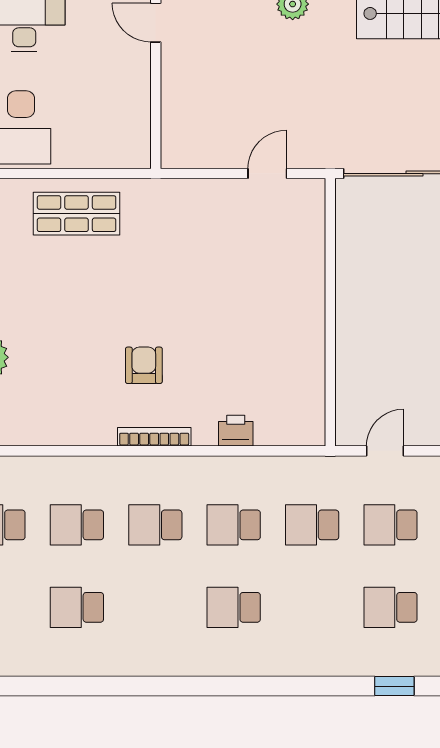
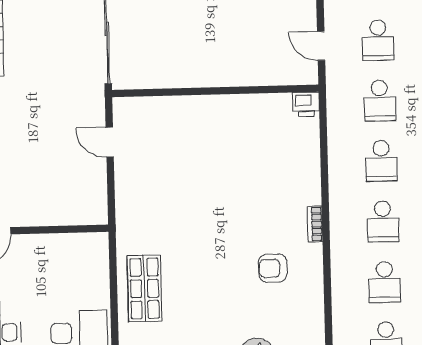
armchair: (144, 365) -> (273, 268), moved
printer: (236, 431) -> (306, 104), moved, turned -90
bookcase: (154, 437) -> (315, 224), width x0.64

